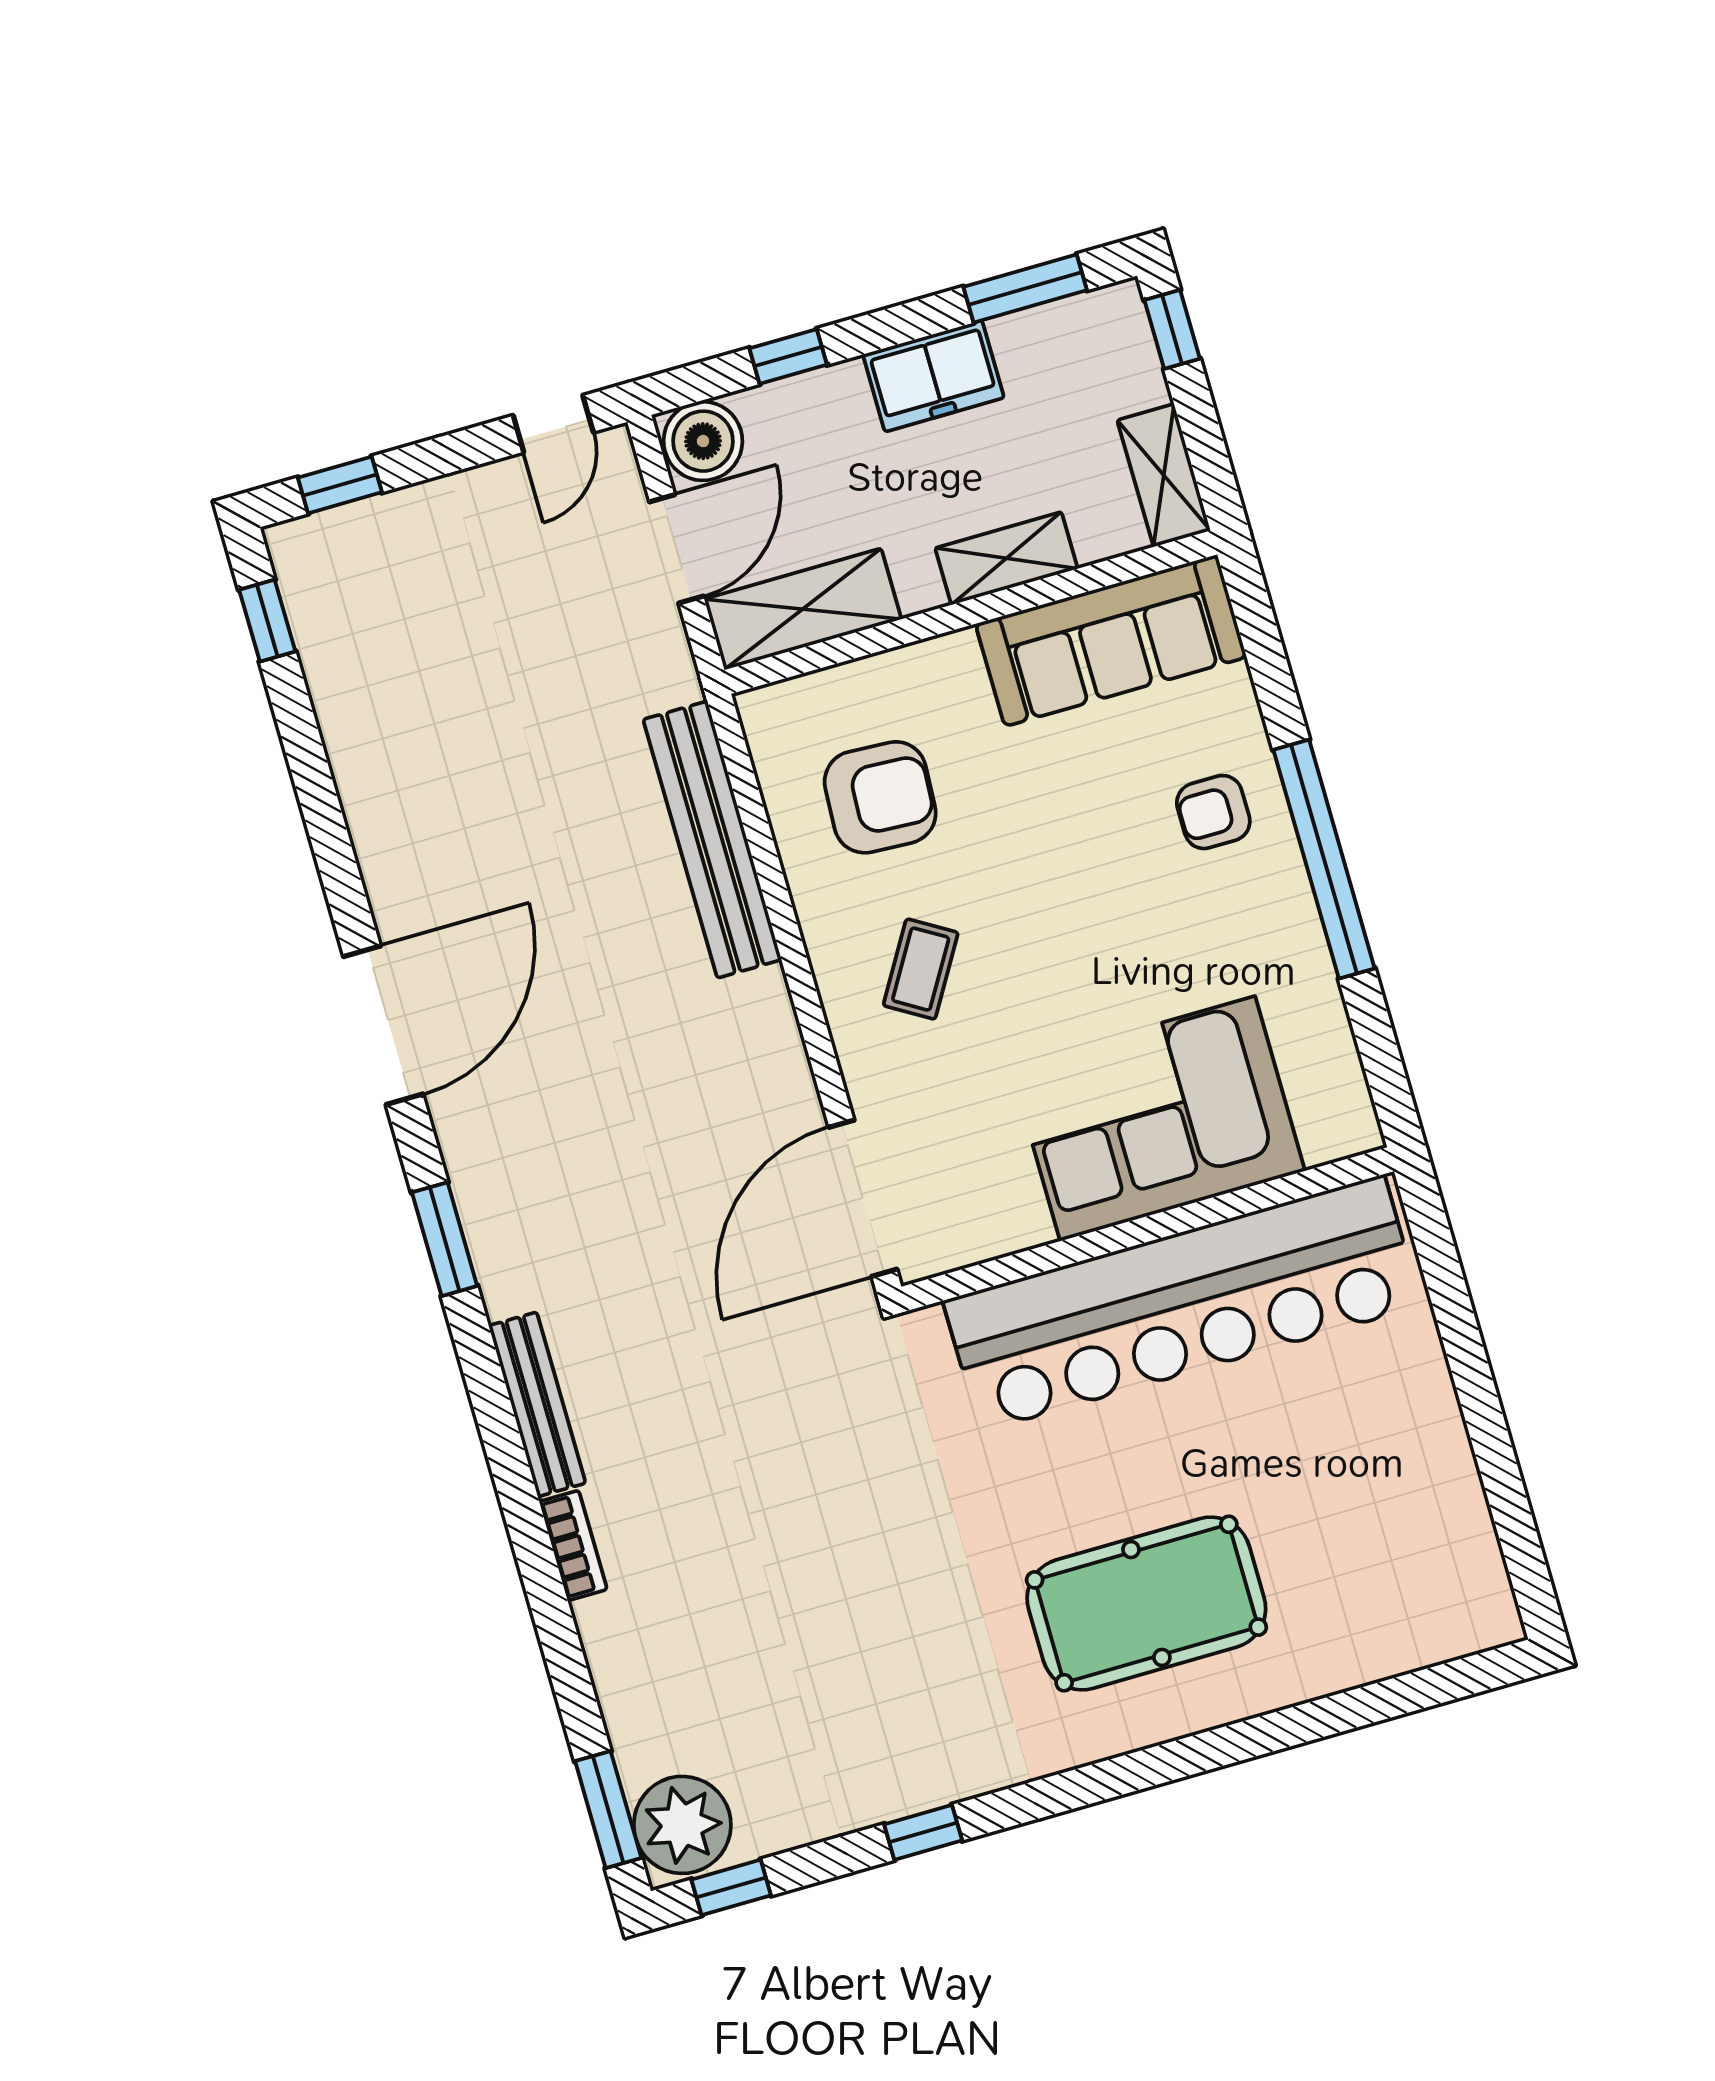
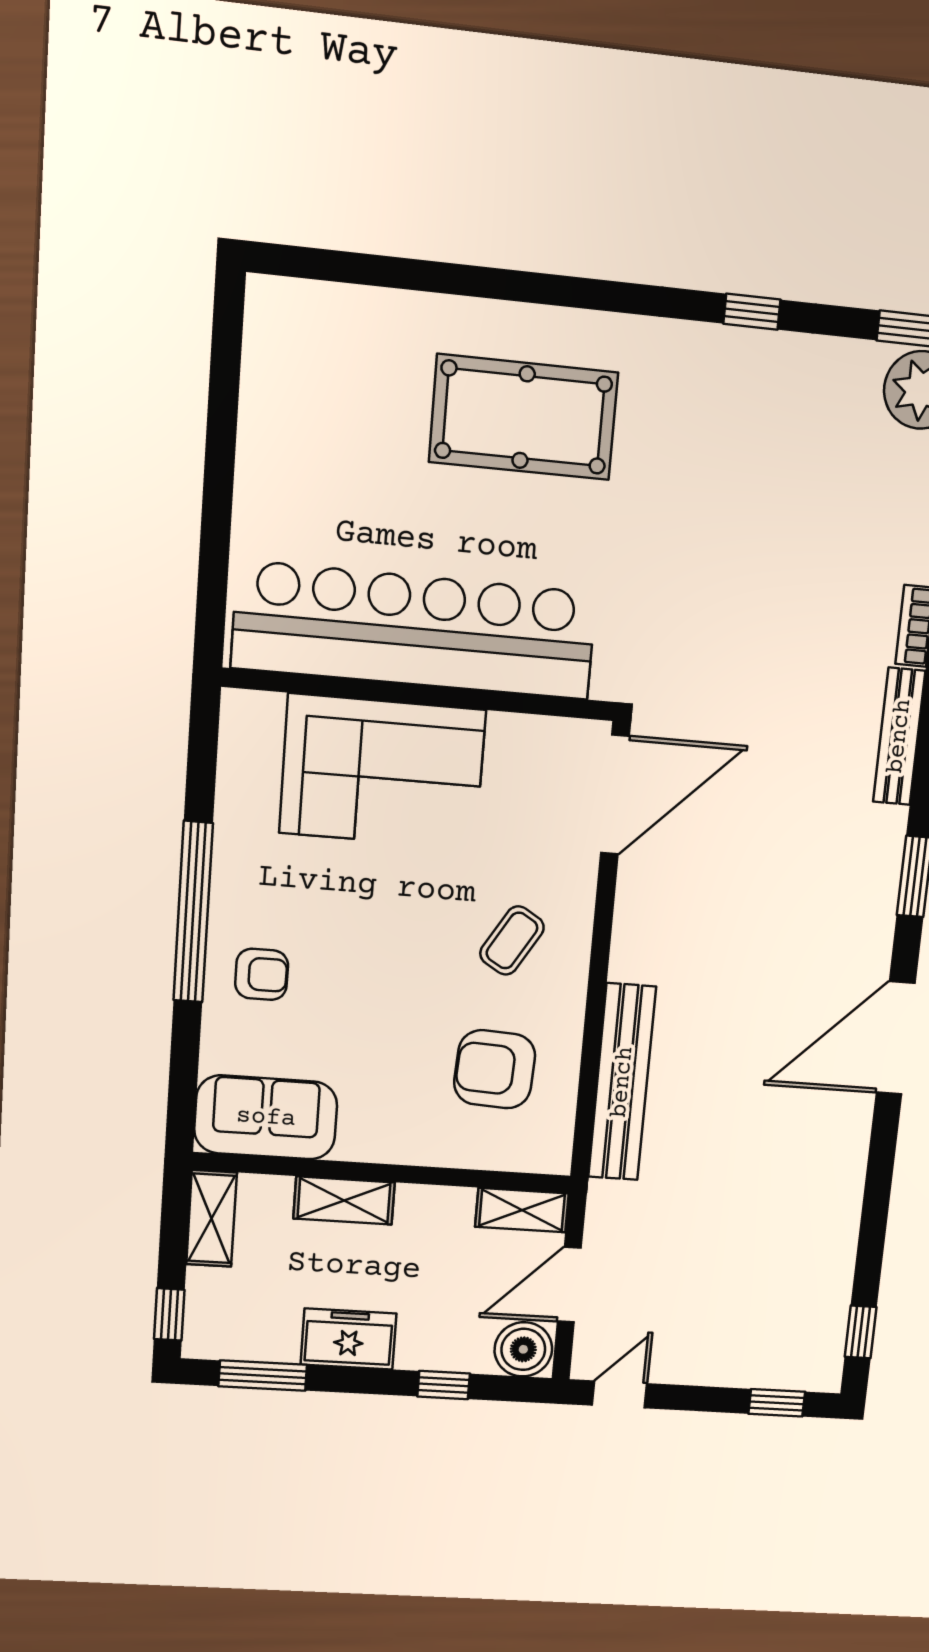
shelving: (803, 609) -> (522, 1210), width x0.67, depth x0.75
sofa: (1111, 640) -> (266, 1117), width x0.73

